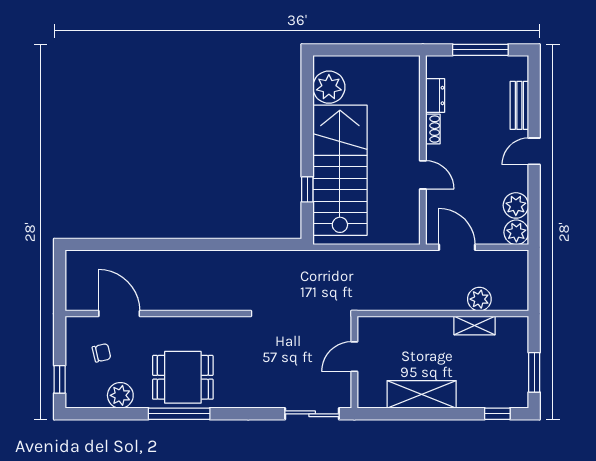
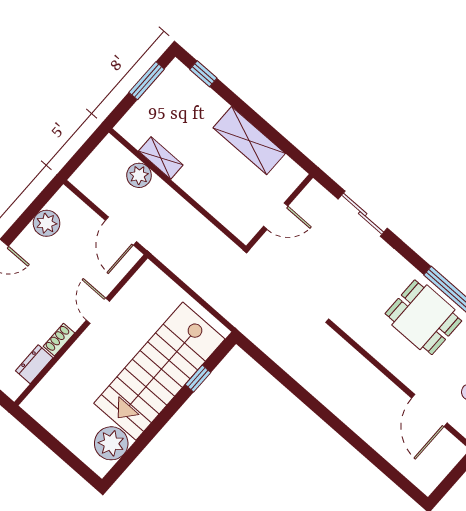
plant: (516, 232) -> (65, 202), removed
sliding door: (312, 414) -> (363, 214), moved

